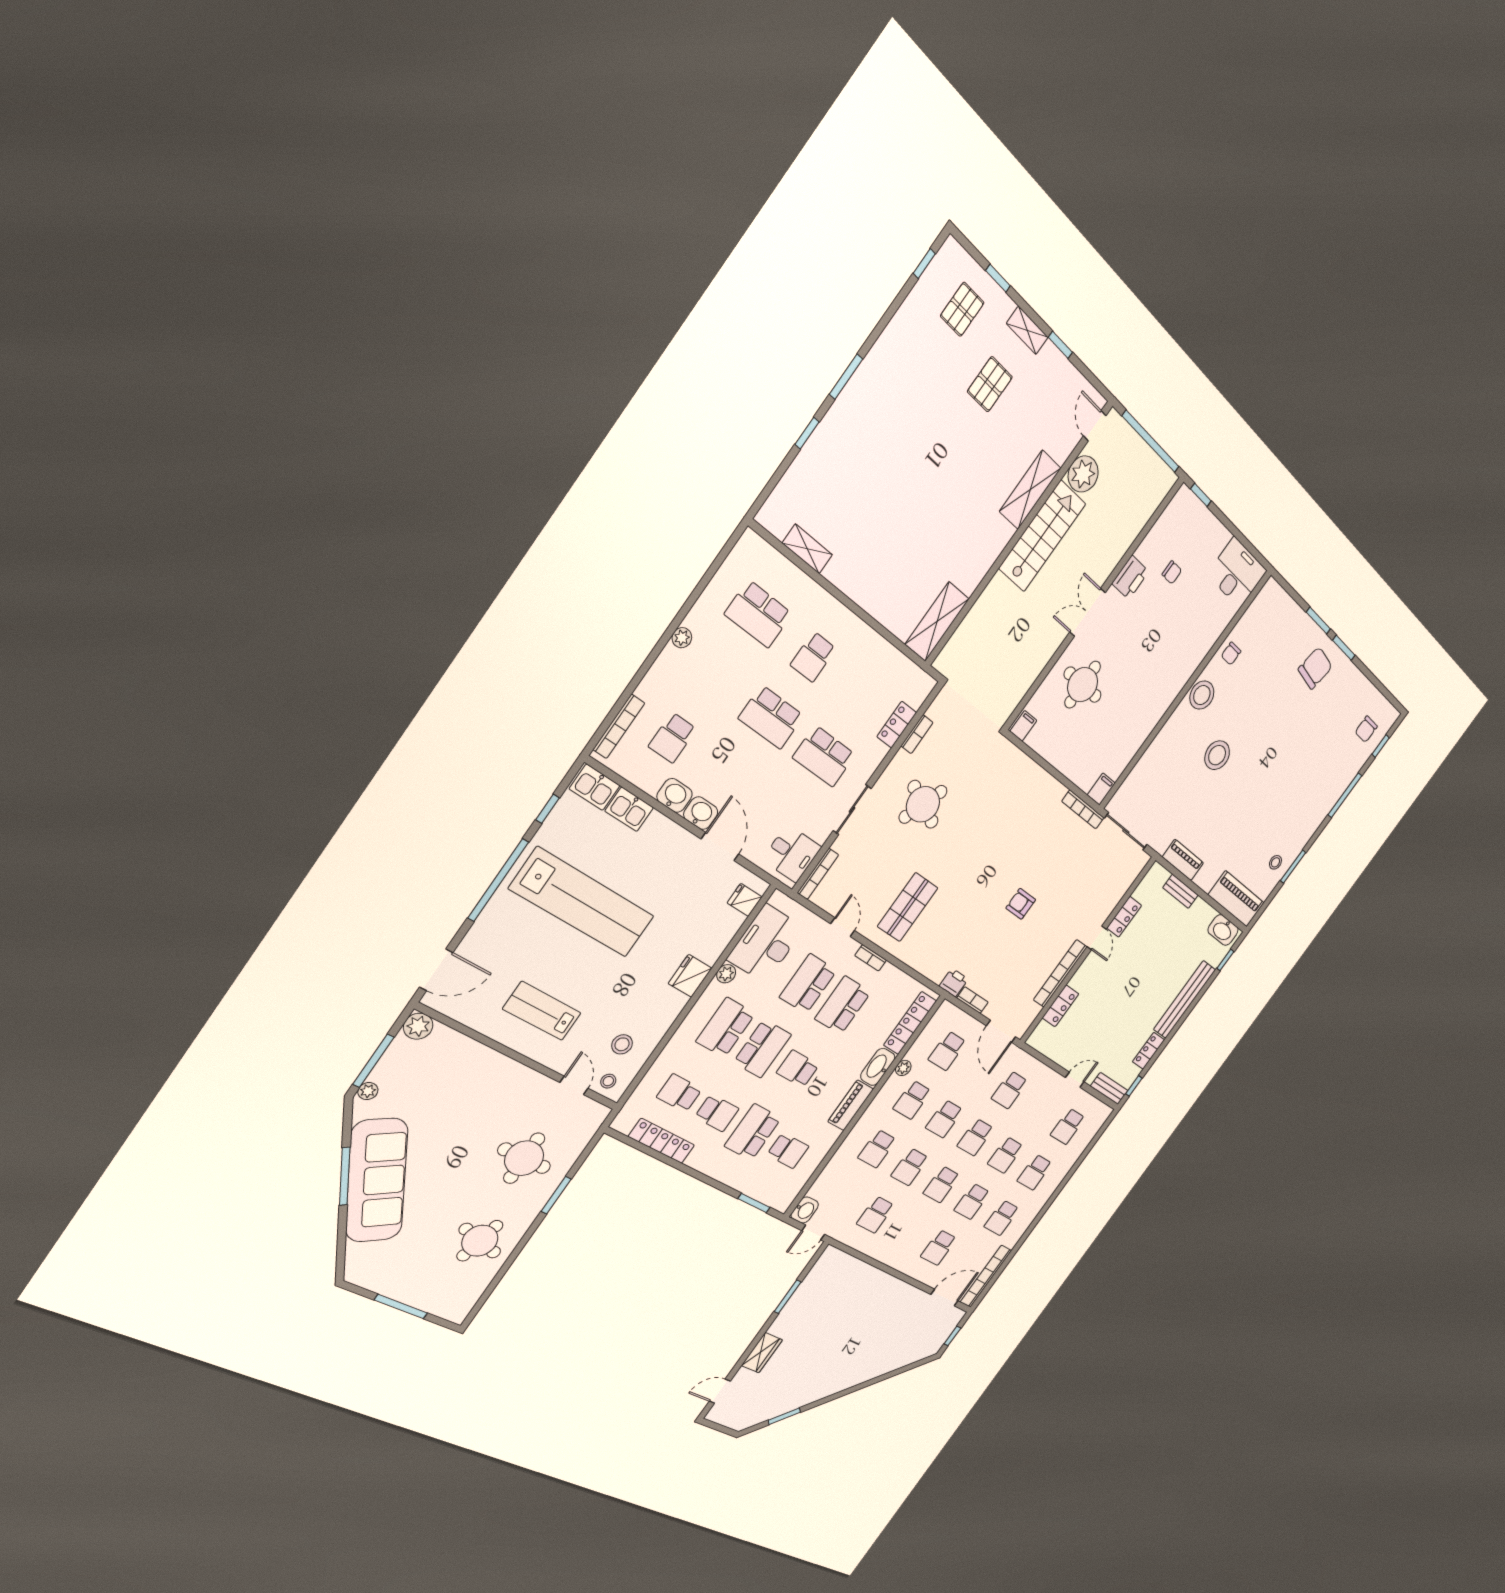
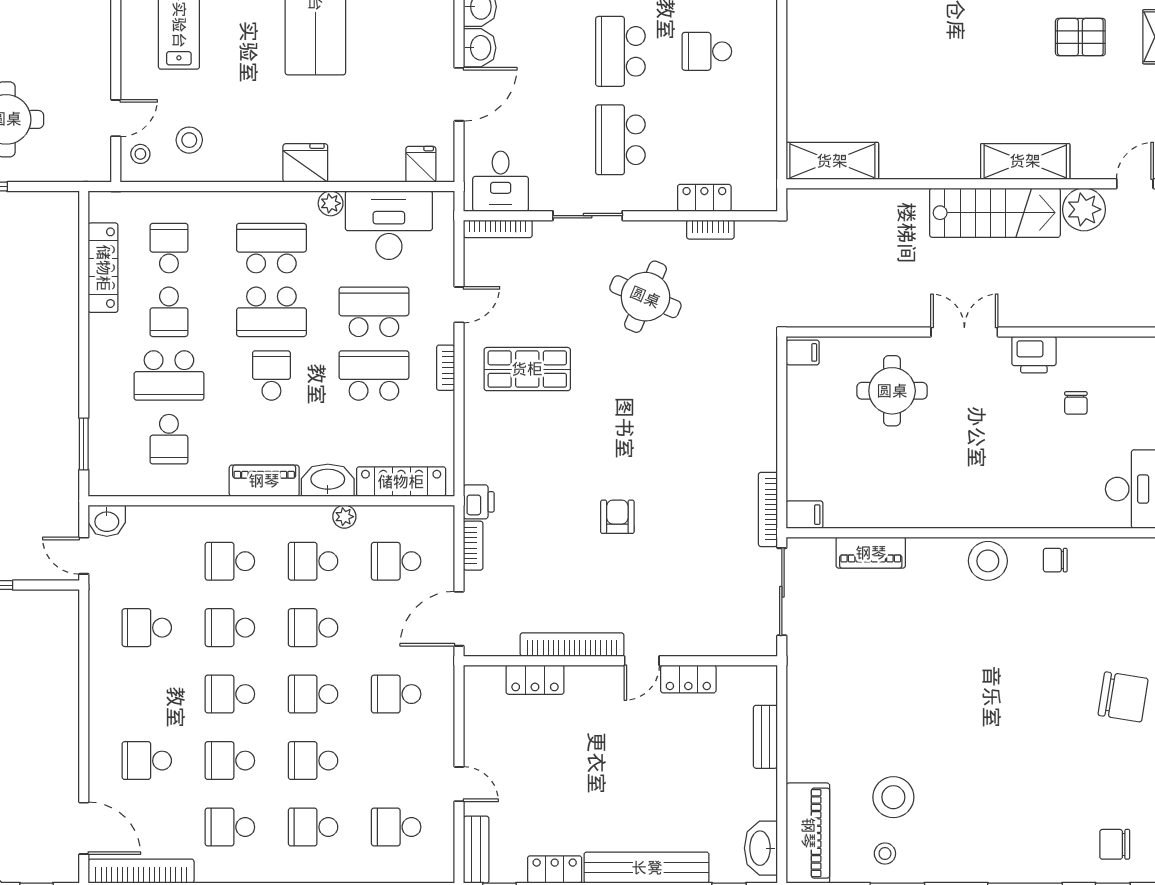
stool: (1217, 755) -> (893, 797), moved
piano: (1183, 860) -> (871, 553), moved, turned 90
school desk: (753, 1132) -> (169, 375), turned 180

